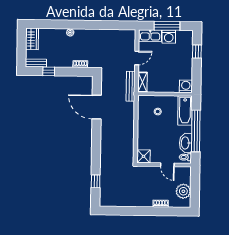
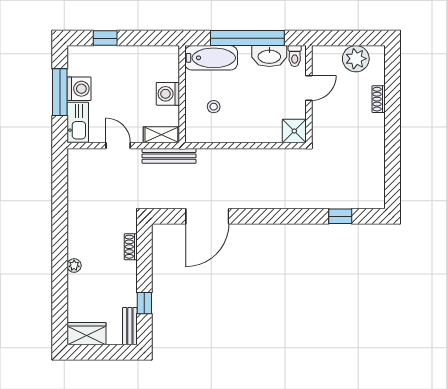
washing machine: (186, 86) -> (168, 94), moved

